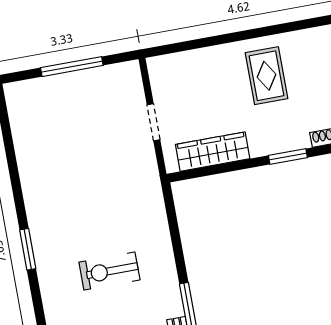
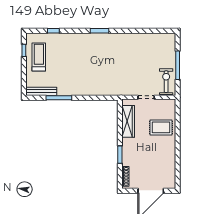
rug: (266, 76) -> (161, 127), moved
exercise bike: (109, 271) -> (166, 82), moved

